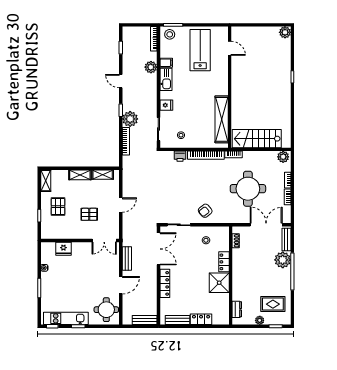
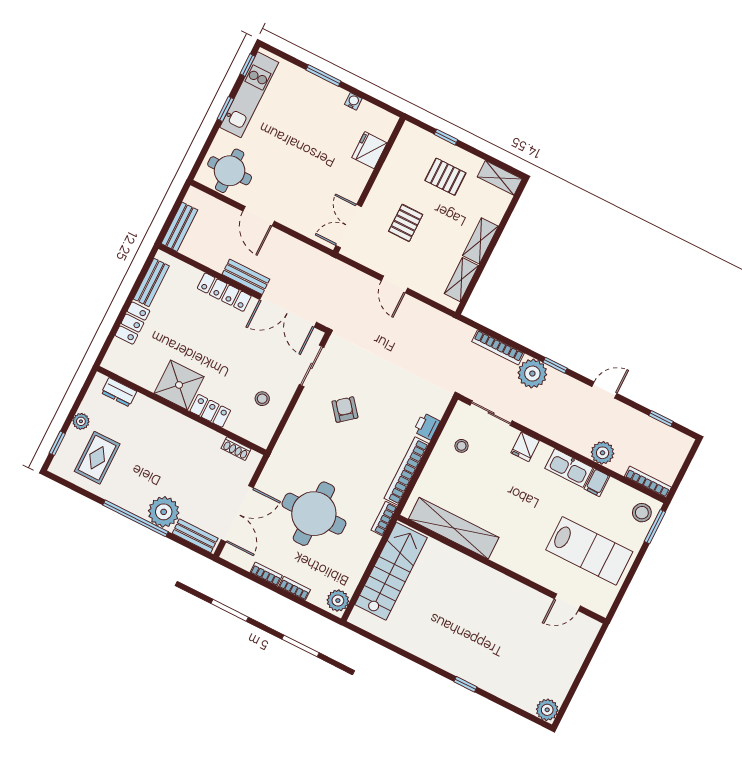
armchair: (205, 211) -> (345, 410), moved
bench: (127, 258) -> (246, 277), moved

